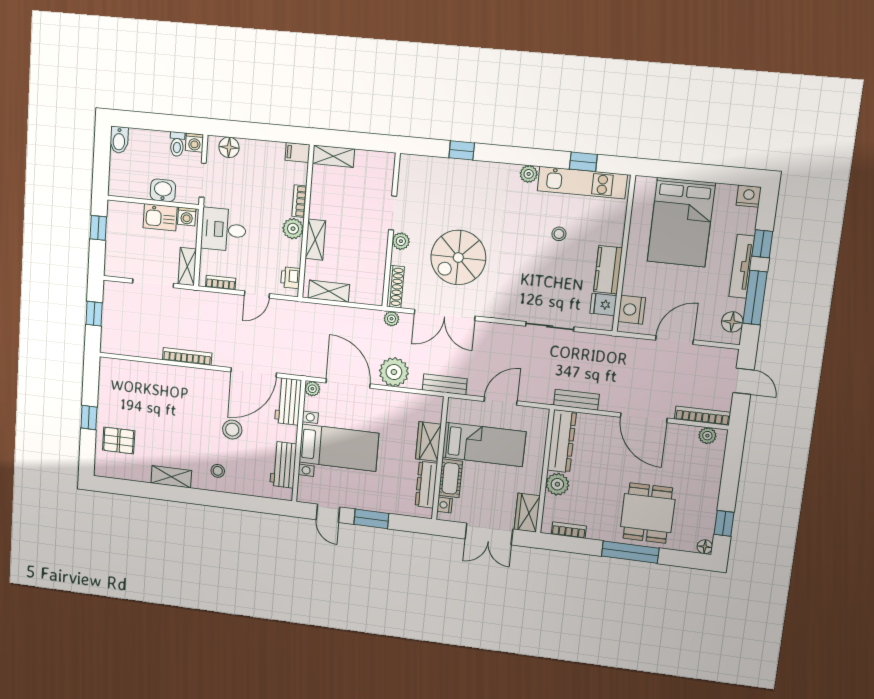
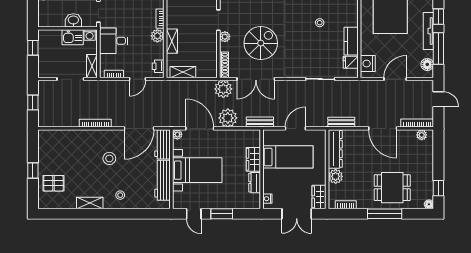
spiral stairs: (458, 258) -> (261, 43), turned 180
plant: (391, 319) -> (223, 89), width x1.88, depth x1.88
stool: (232, 430) -> (109, 158), moved
workbench: (283, 465) -> (162, 180), width x1.38
cot: (450, 478) -> (269, 181), removed
dresser: (426, 485) -> (255, 183), width x0.70
dining table: (648, 513) -> (392, 188), turned 90

